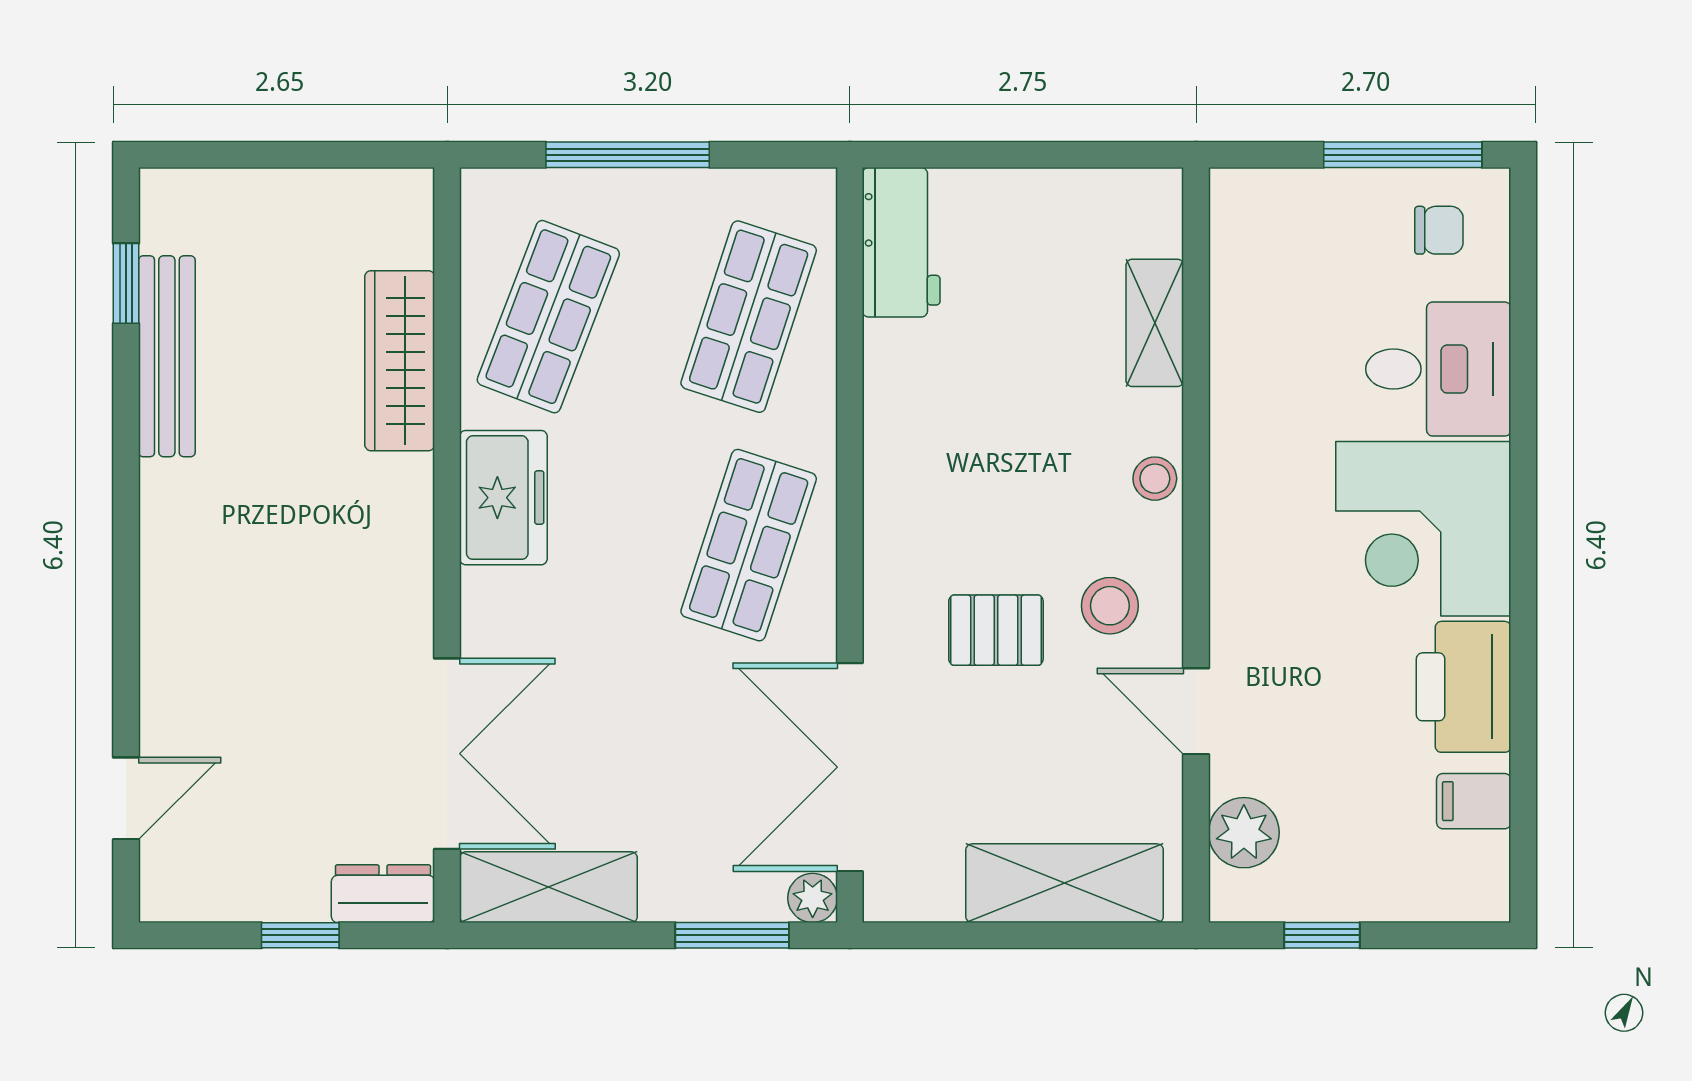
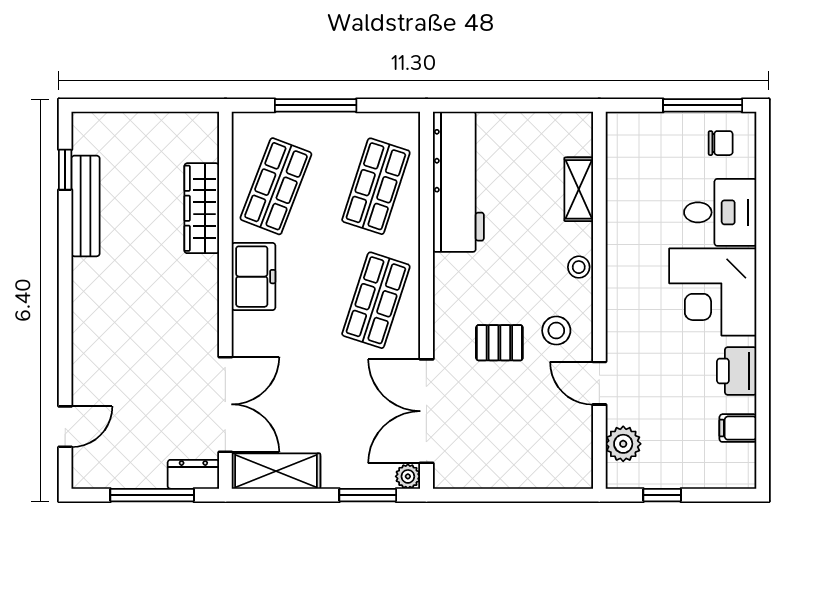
workbench: (901, 242) -> (458, 182), width x1.88, depth x1.32
printer: (1464, 687) -> (737, 371), width x0.73, depth x0.84
shelving: (1065, 883) -> (534, 469), removed
window: (300, 935) -> (152, 495), width x2.17

